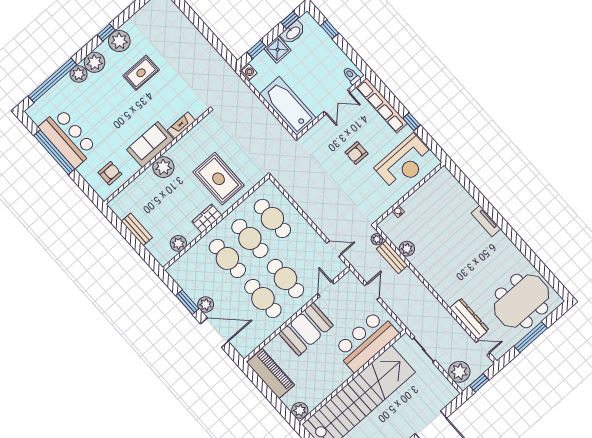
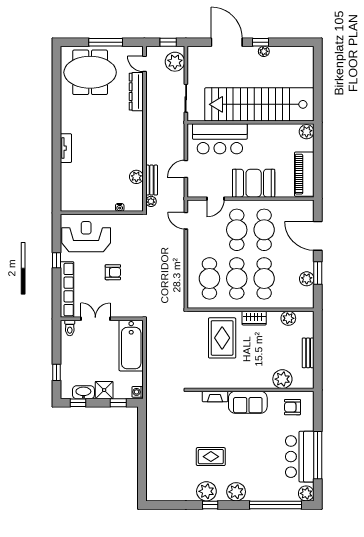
plant: (79, 74) -> (306, 493), moved
plant: (163, 167) -> (282, 379), moved
plant: (206, 305) -> (307, 279), moved

